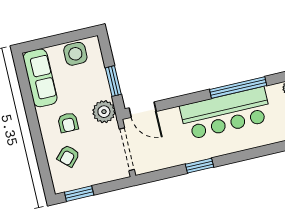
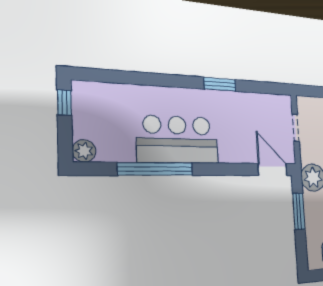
bar counter: (226, 113) -> (178, 140), width x0.73
doorway: (127, 149) -> (296, 128), width x0.53

